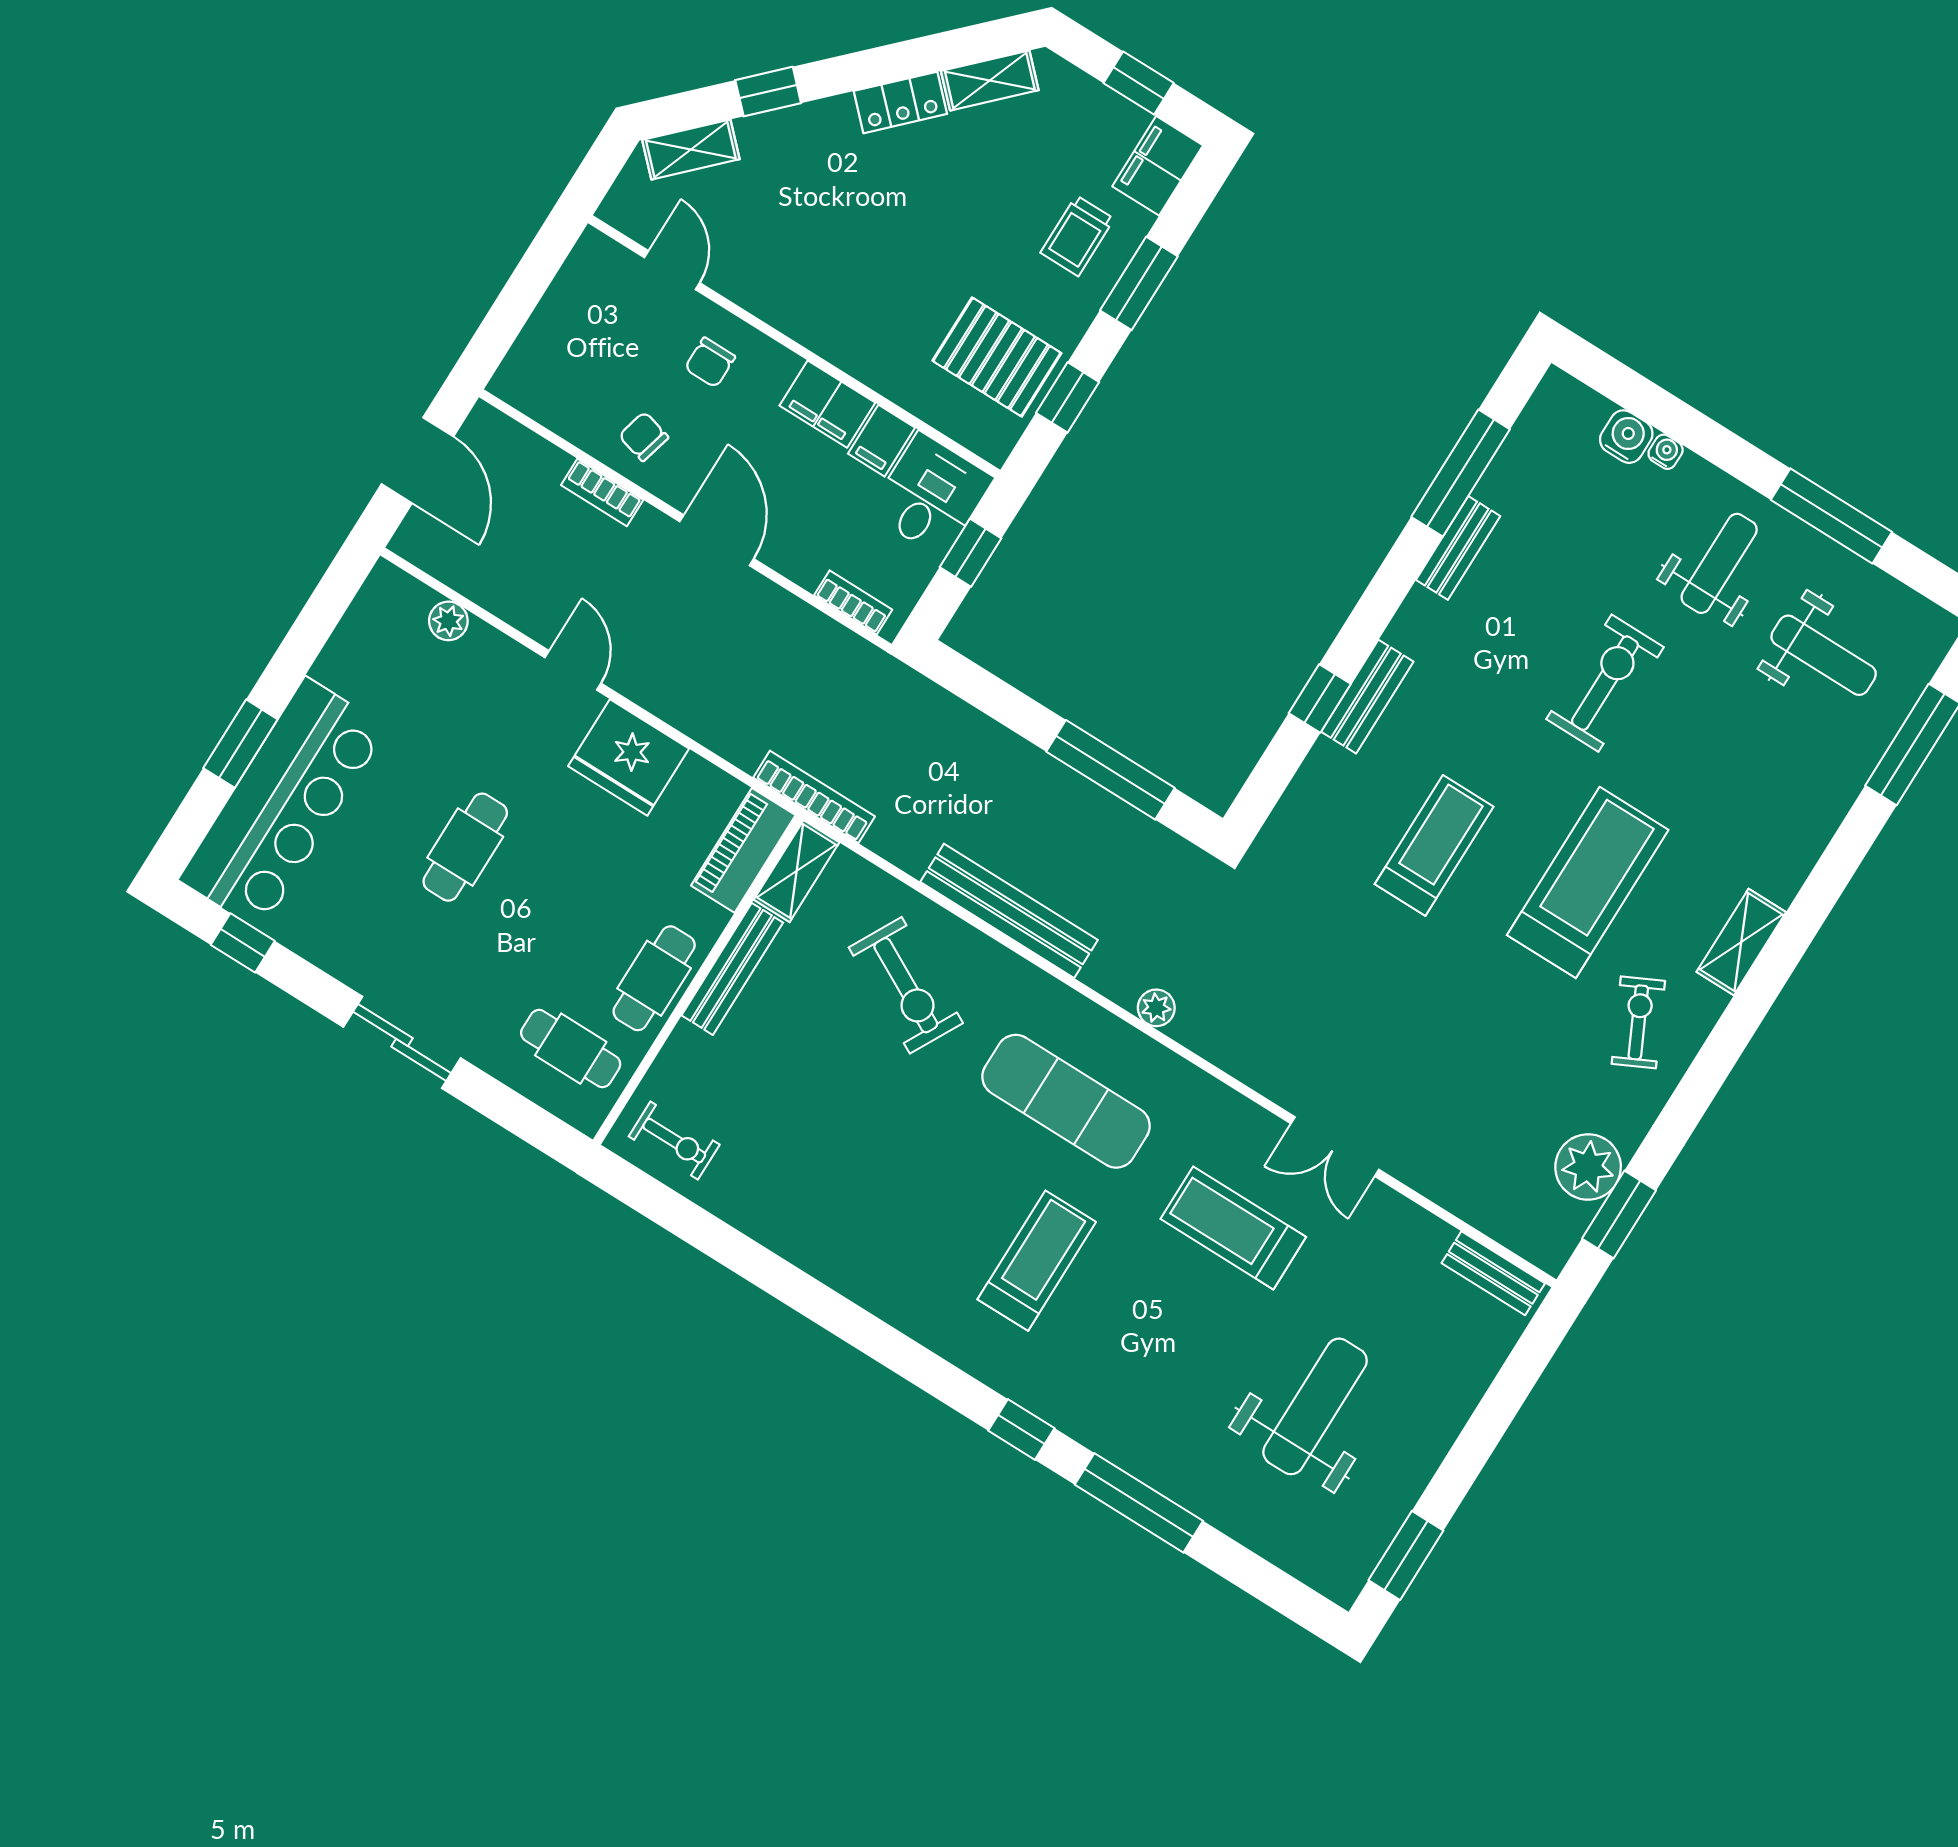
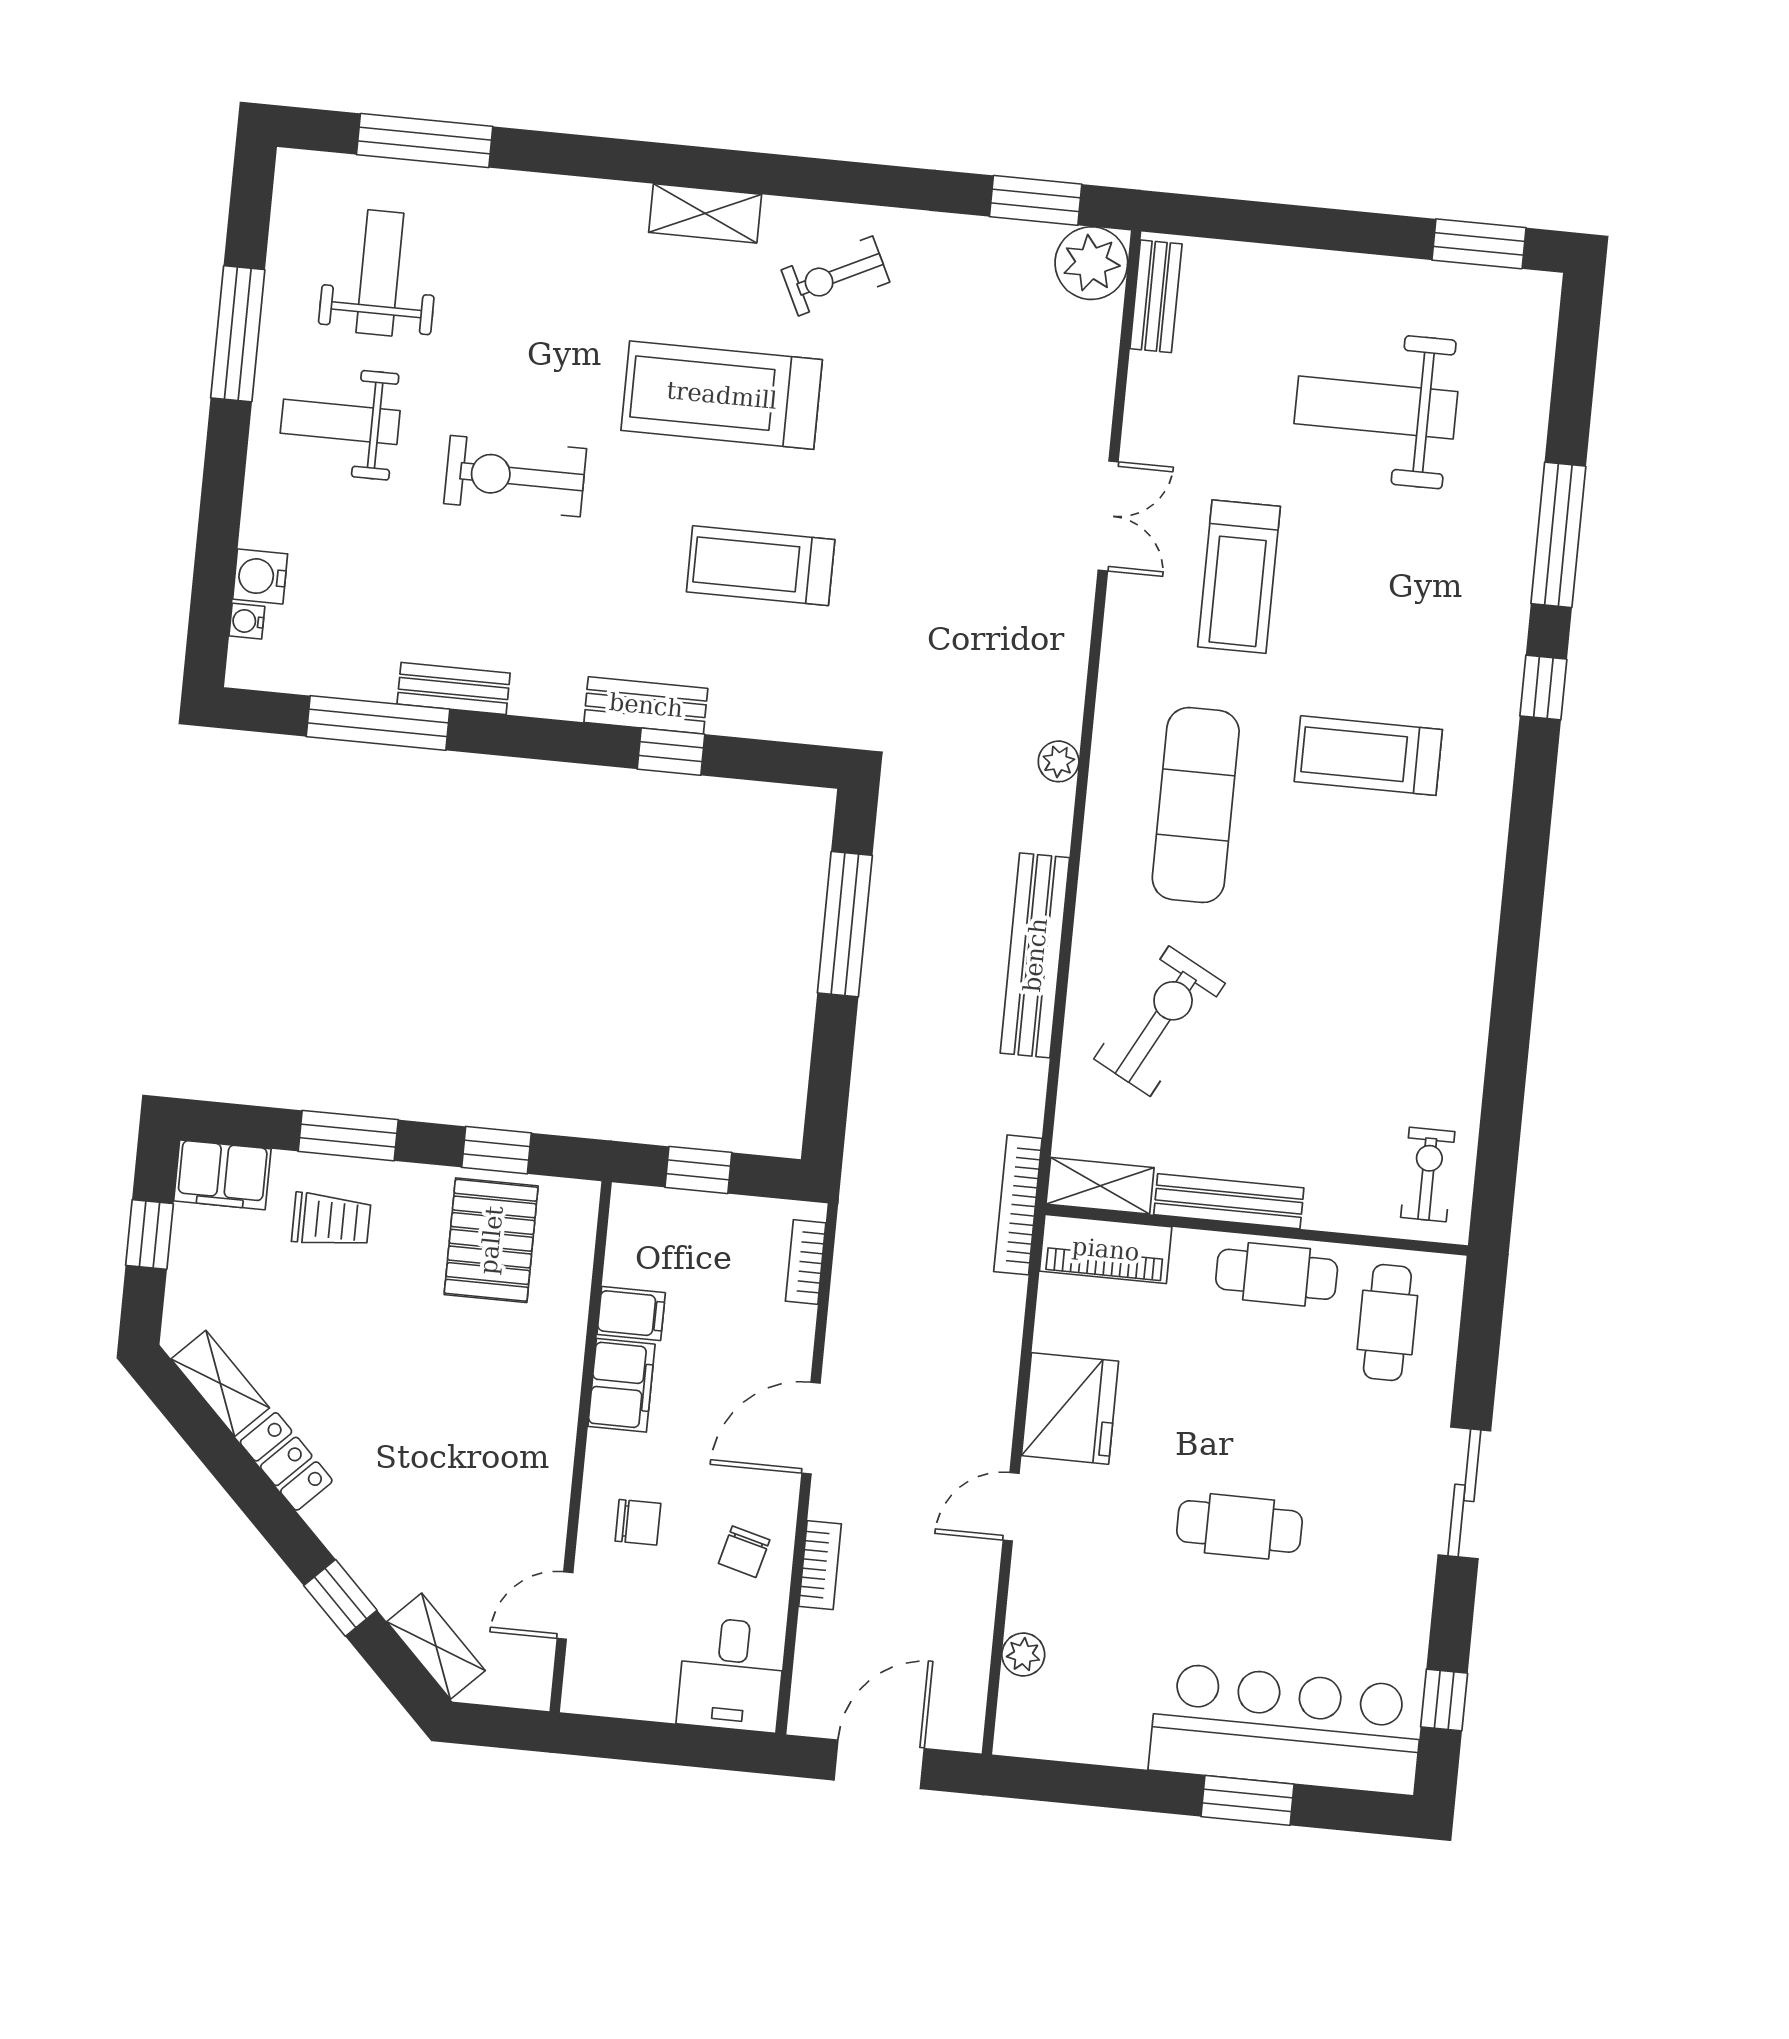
water cooler: (1666, 452) -> (247, 621), moved
desk: (931, 495) -> (731, 1674), moved, turned -90
plant: (1588, 1167) -> (1091, 263), moved

